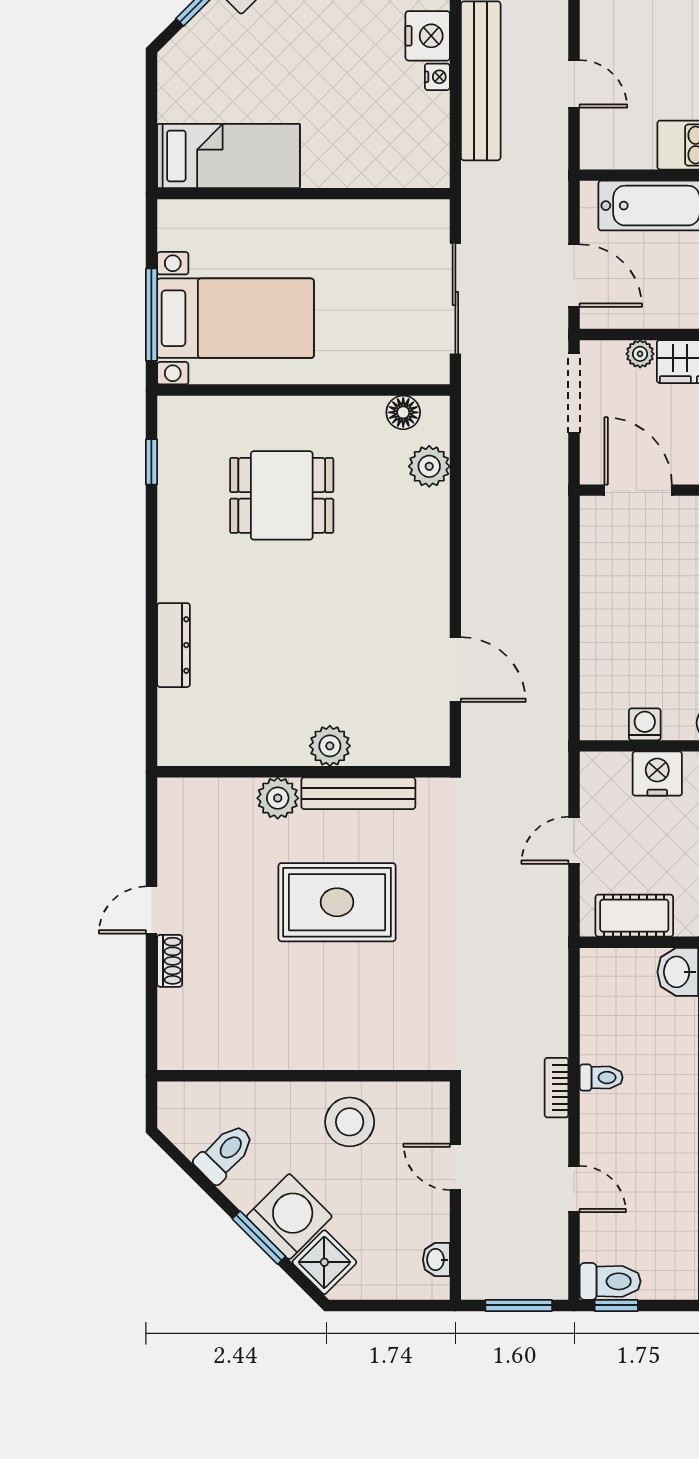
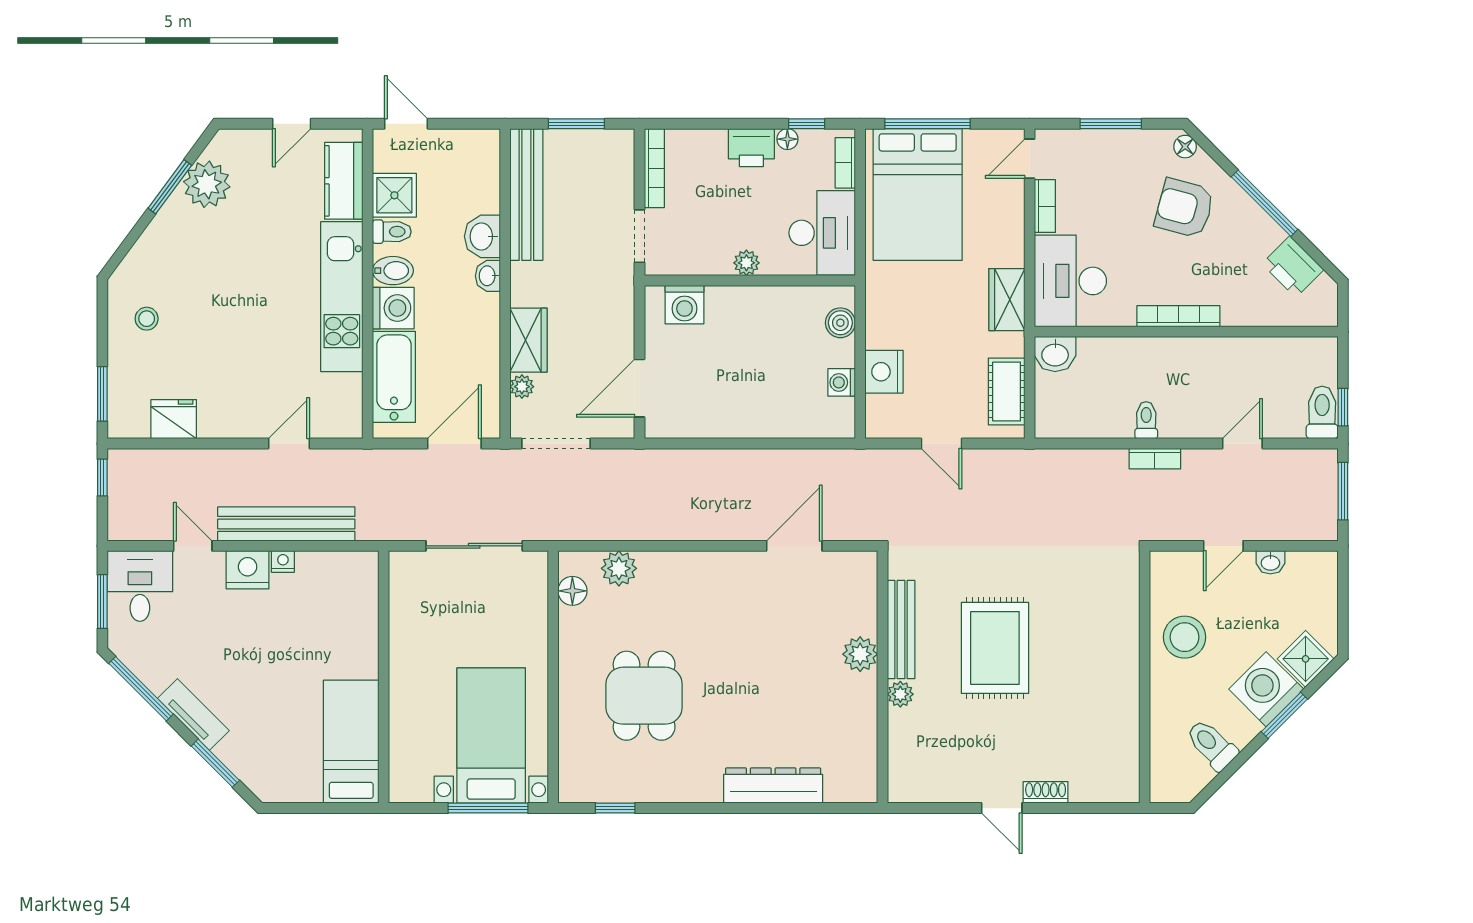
dresser: (173, 645) -> (773, 786), width x1.37, depth x1.24
plant: (278, 798) -> (900, 694), width x0.73, depth x0.73
washbasin: (436, 1260) -> (1270, 562), moved

